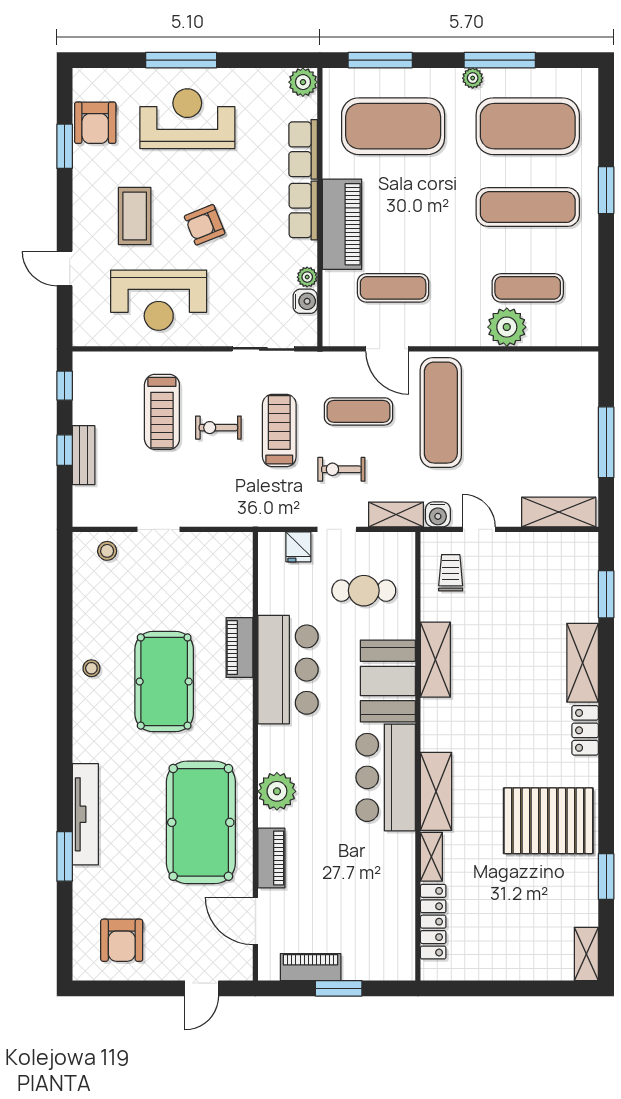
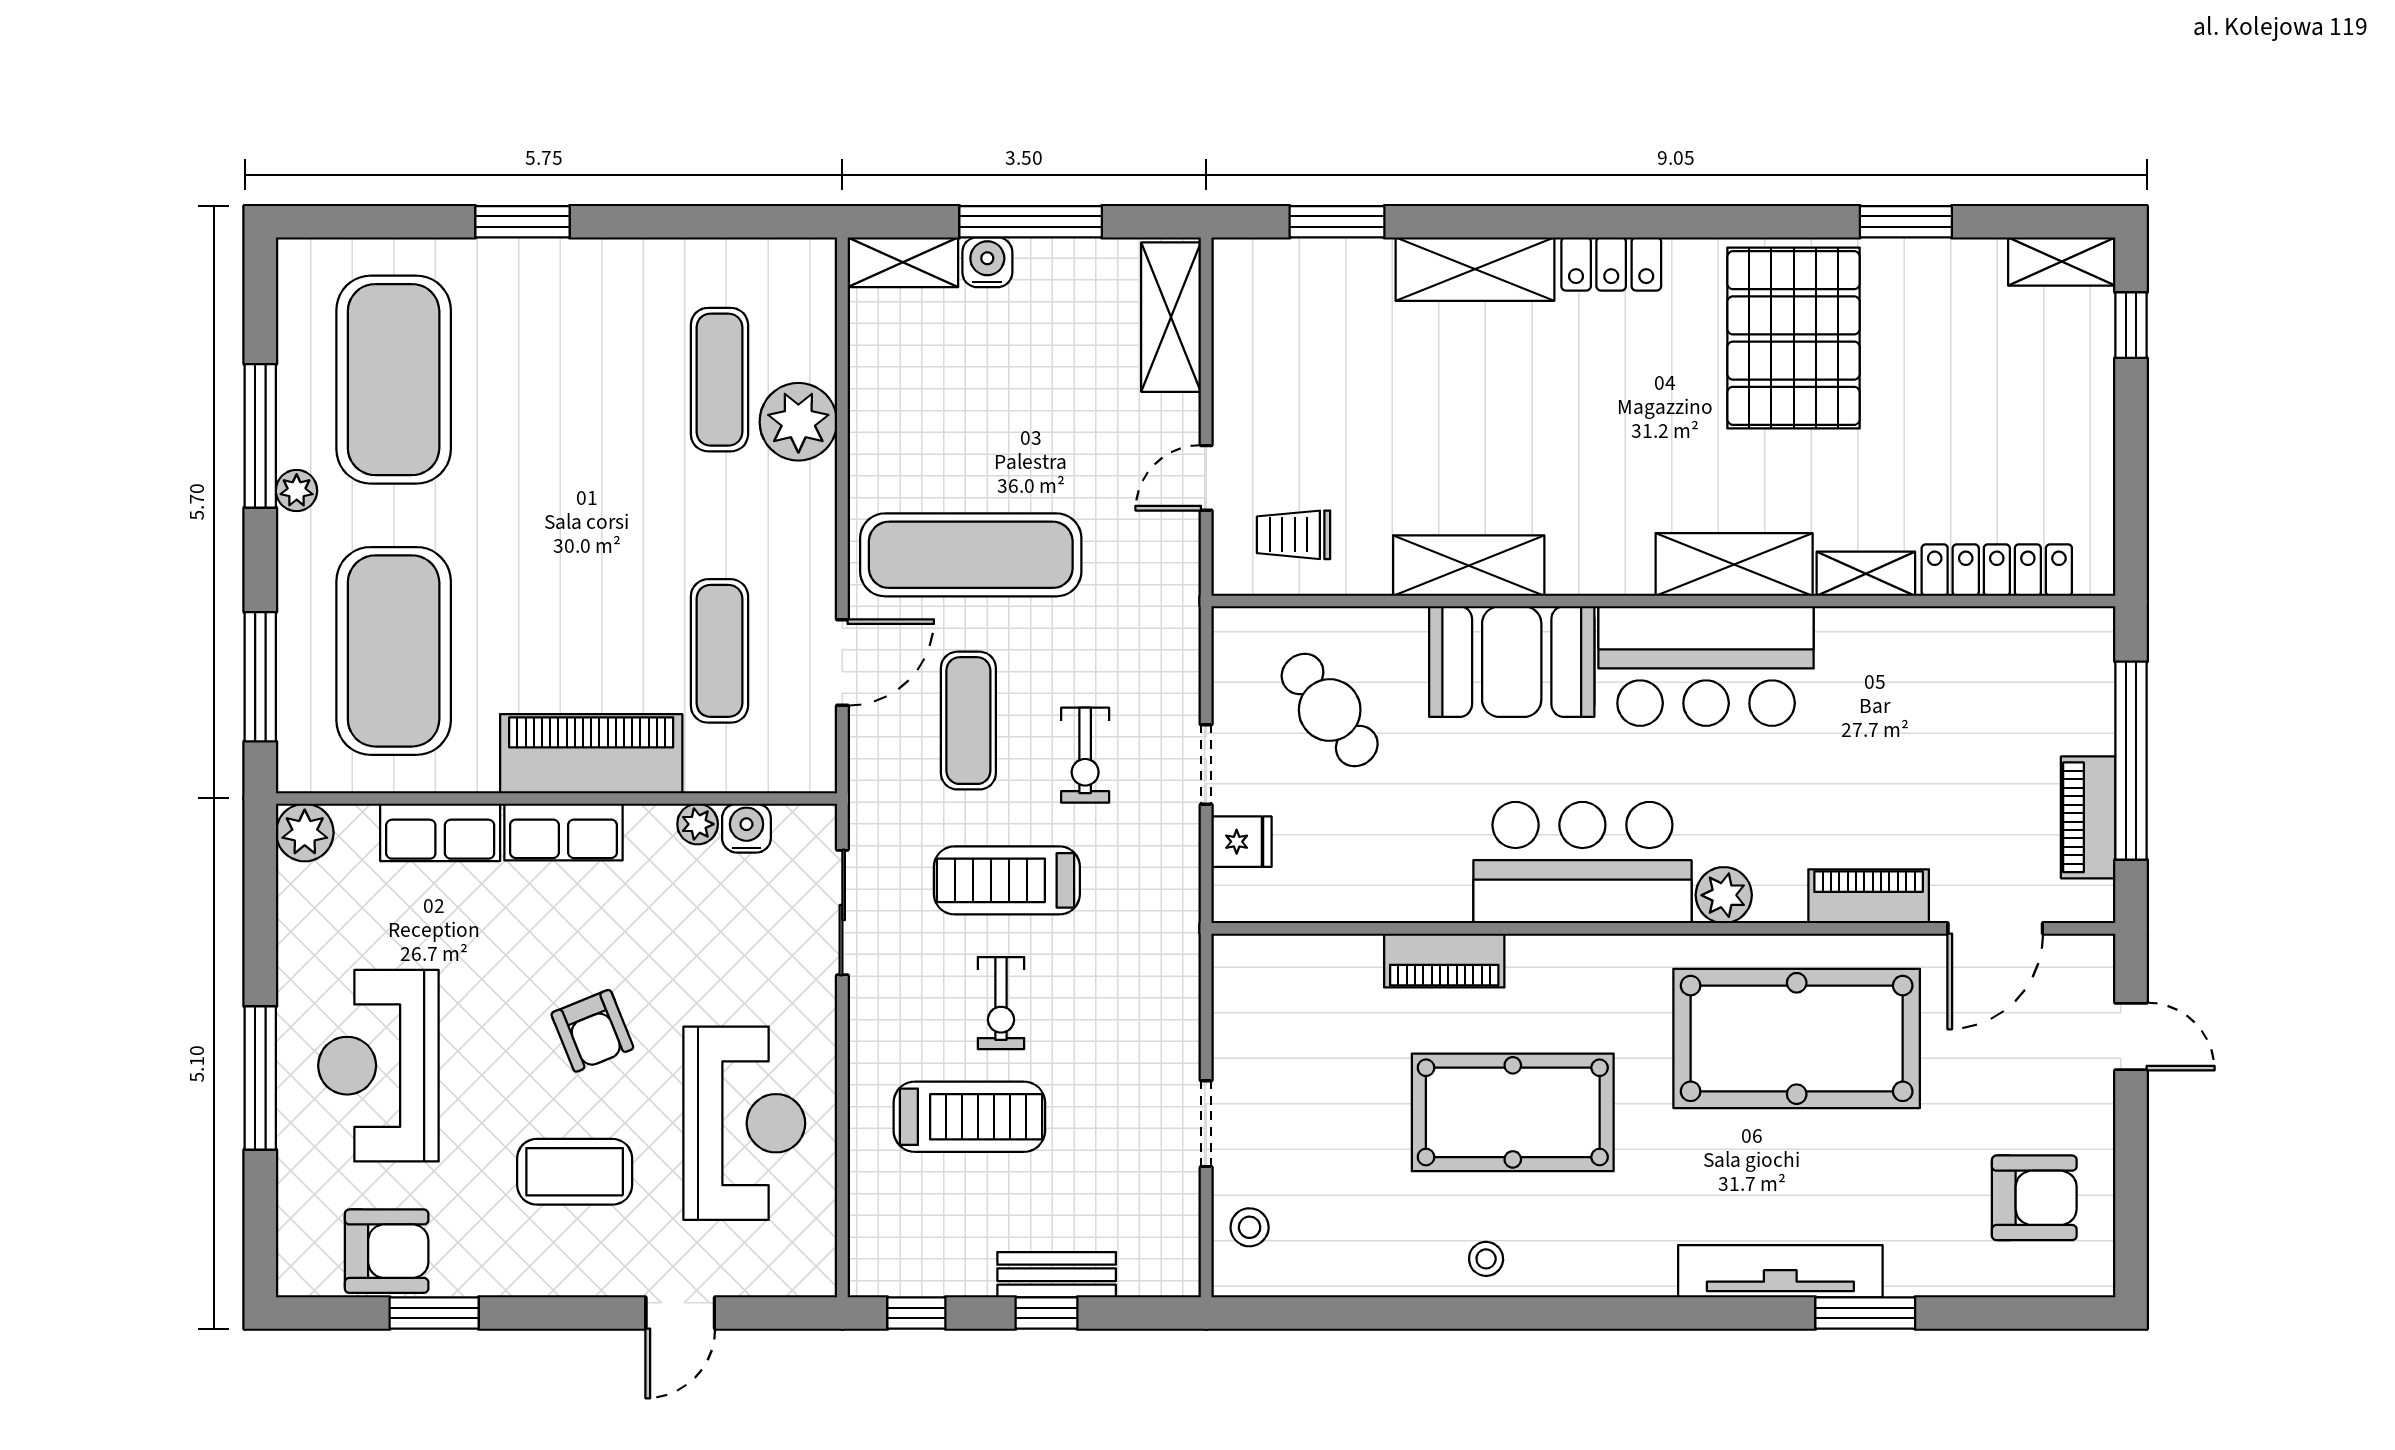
exercise mat: (528, 207) -> (557, 380), removed
shelving: (396, 514) -> (903, 262), moved, turned 90
water cooler: (438, 514) -> (987, 262), moved, turned -90
cafe table: (364, 591) -> (1330, 710), turned -37
bar counter: (288, 670) -> (1582, 863), moved
plant: (277, 791) -> (1724, 895), width x0.73, depth x0.73
window: (339, 988) -> (2131, 761), width x2.11
window: (555, 988) -> (2131, 325), added

